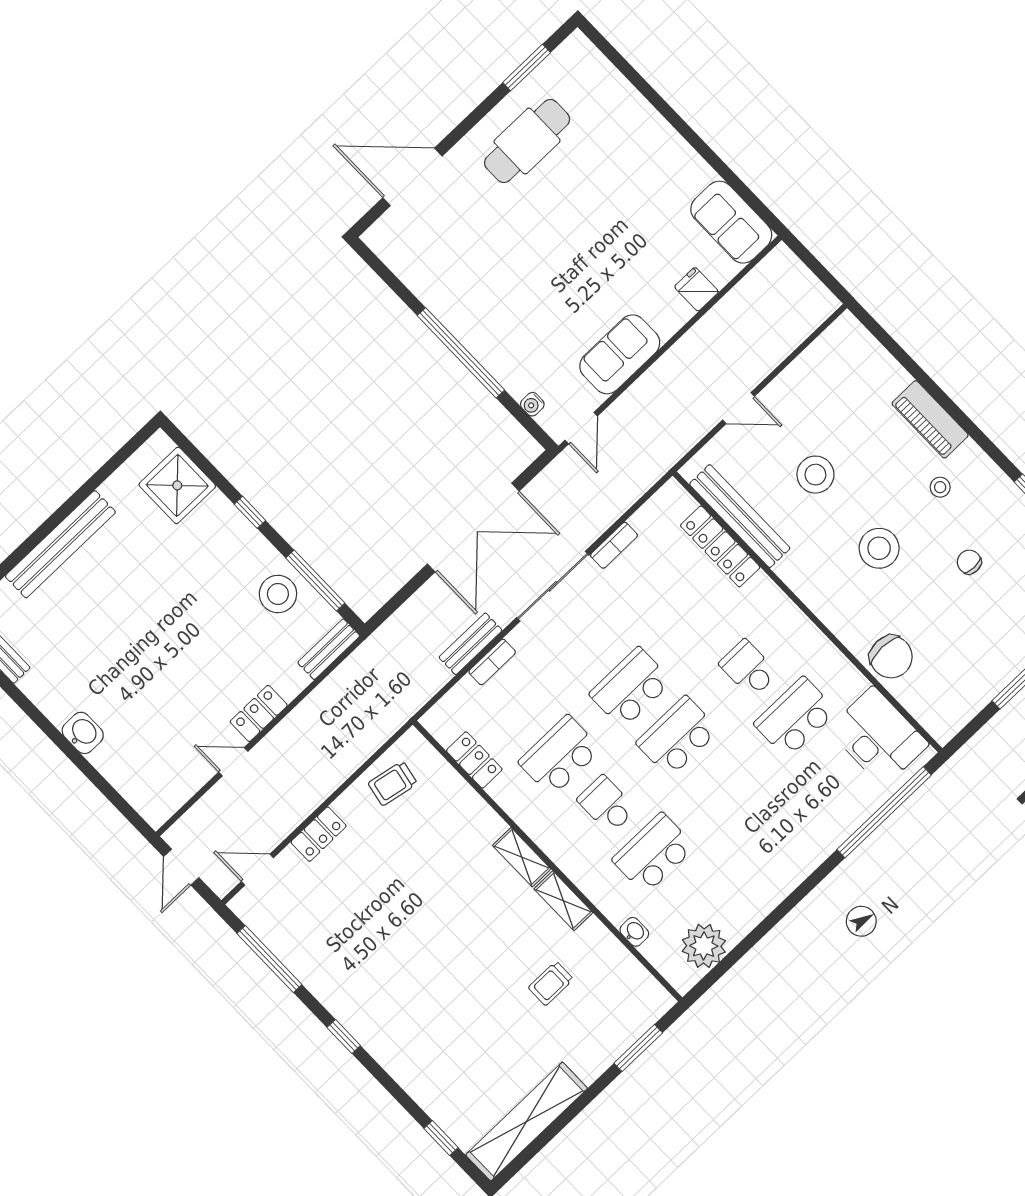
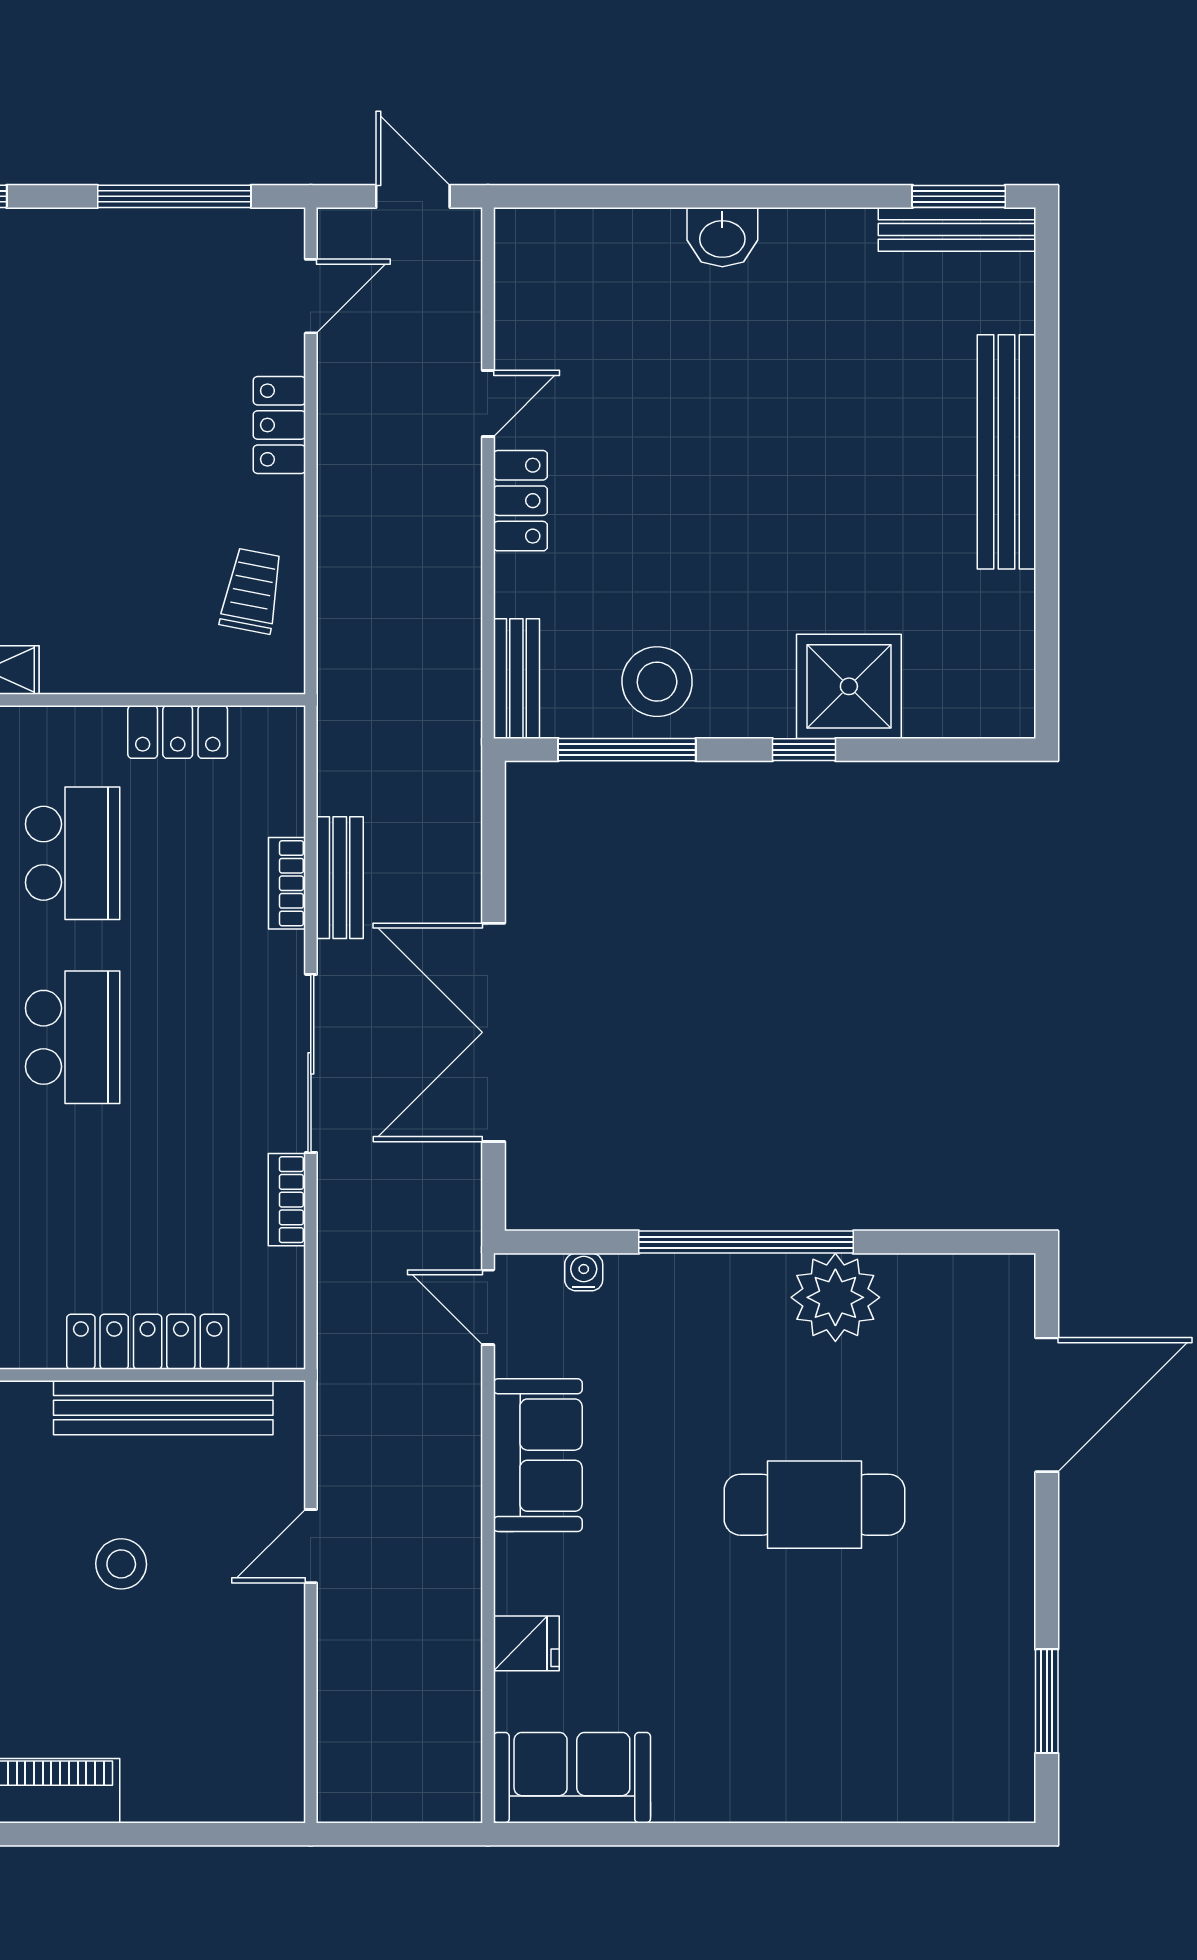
cafe table: (527, 141) -> (814, 1505), moved, turned 90
plant: (449, 298) -> (835, 1297), added
stool: (815, 475) -> (121, 1564), width x0.73, depth x0.73
shower: (177, 485) -> (849, 686), moved

